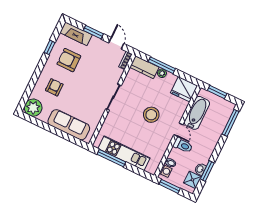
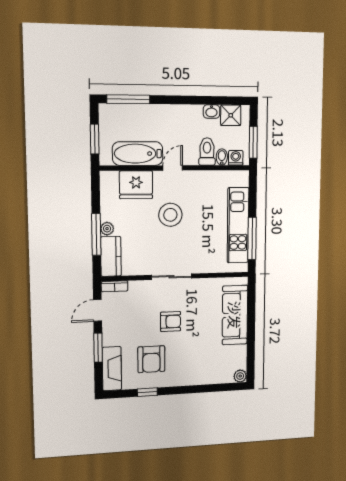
armchair: (54, 87) -> (171, 322), moved, turned 180
fridge: (184, 89) -> (136, 185), moved, turned 90
plant: (33, 108) -> (240, 376), width x0.53, depth x0.53
toilet: (183, 145) -> (207, 152), moved
window: (207, 171) -> (209, 100), removed

